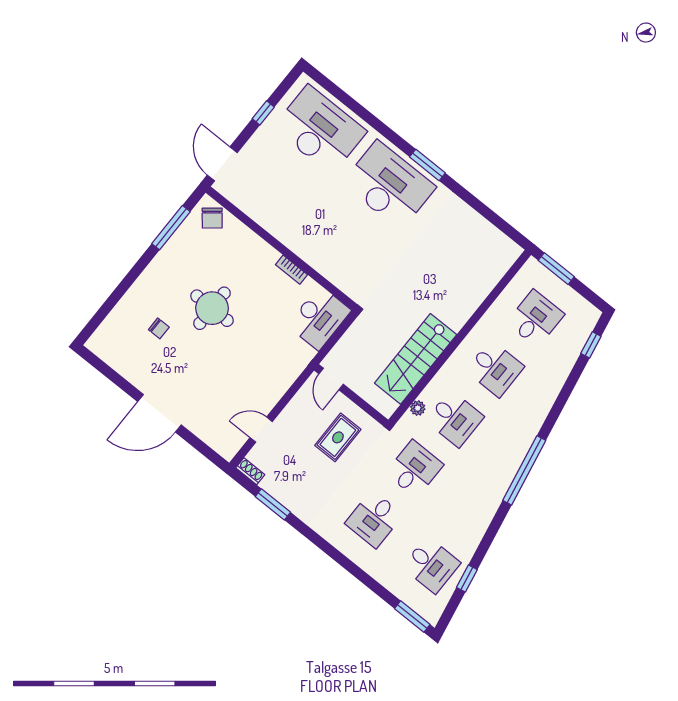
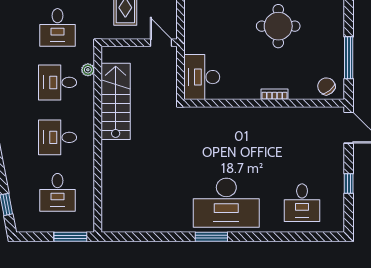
desk: (320, 130) -> (302, 203), width x0.53, depth x0.77
bookcase: (291, 270) -> (275, 94), moved

